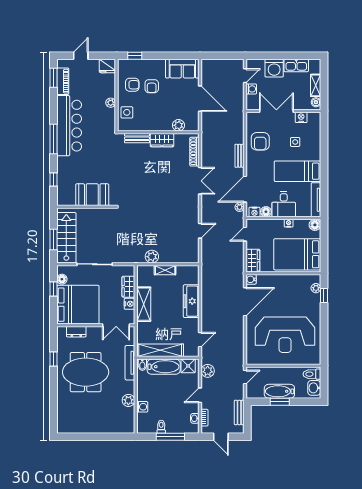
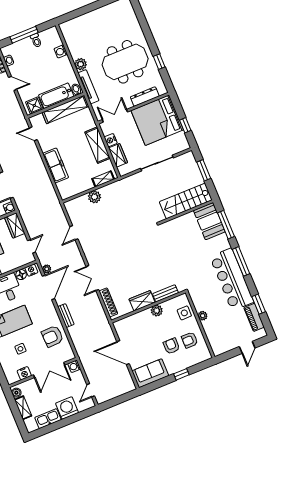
window: (135, 56) -> (181, 374), moved
fridge: (107, 66) -> (219, 348), removed
window: (53, 78) -> (259, 304), moved
washing machine: (251, 89) -> (74, 366), moved
plant: (178, 125) -> (157, 311), moved
armchair: (260, 141) -> (52, 336), turned -92
window: (53, 180) -> (226, 225), width x2.17
booth: (92, 195) -> (209, 221), moved, turned 90
stairs: (66, 238) -> (186, 201), moved, turned 90
plant: (152, 257) -> (94, 197), moved
shelving: (165, 270) -> (103, 179), moved
floor lamp: (62, 279) -> (181, 137), removed
dresser: (76, 332) -> (145, 97), width x1.44
door: (200, 340) -> (33, 134), hinge flipped
plant: (208, 371) -> (15, 108), removed
door: (200, 395) -> (13, 83), hinge flipped
plant: (128, 400) -> (81, 64), moved

